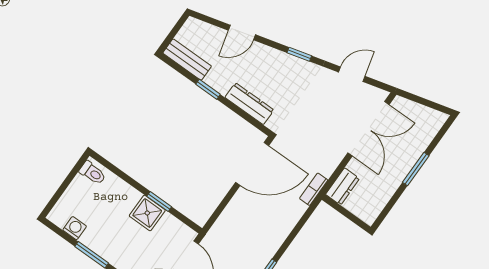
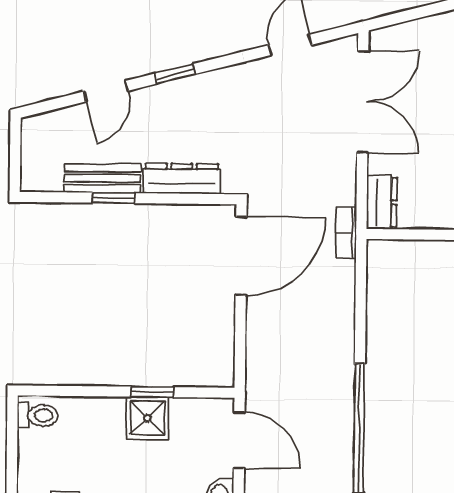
window: (299, 54) -> (175, 74), moved
bench: (187, 60) -> (102, 178), moved

